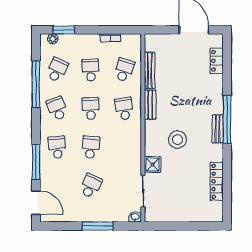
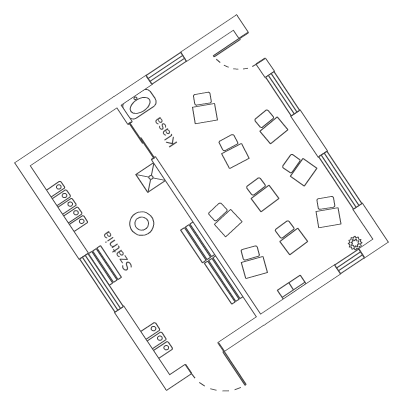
washbasin: (135, 217) -> (139, 104), width x1.91, depth x1.45

